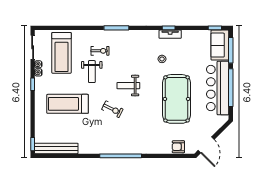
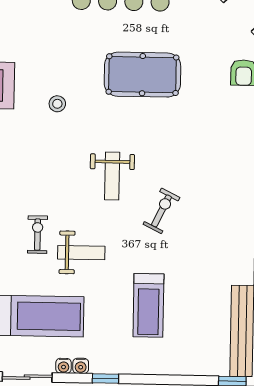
pool table: (177, 99) -> (142, 75), width x0.73, depth x0.76
treadmill: (68, 104) -> (148, 305), width x0.73, depth x0.73

